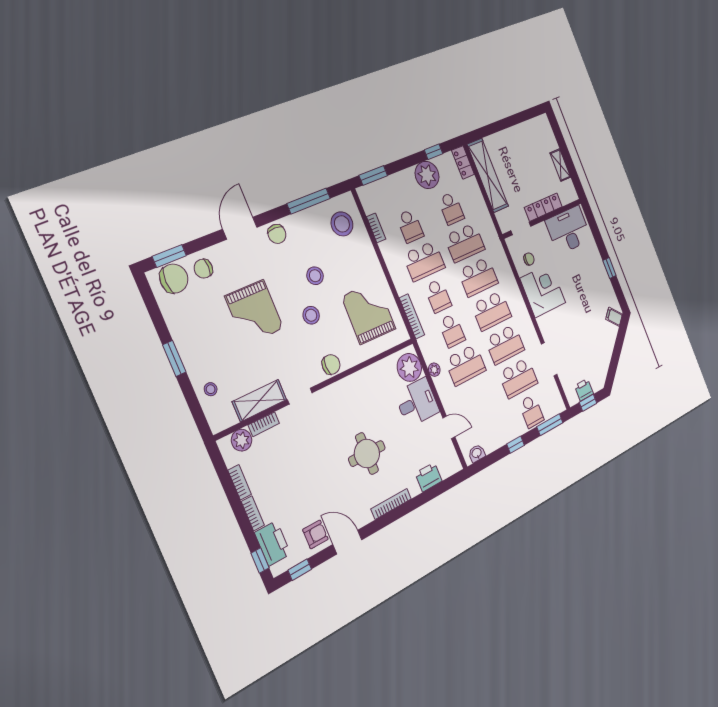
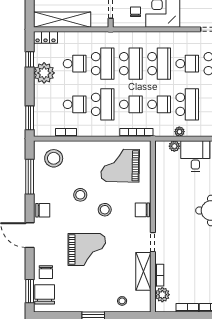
school desk: (505, 344) -> (187, 64), width x0.54
chair: (331, 364) -> (142, 210), turned -90
plant: (409, 367) -> (174, 146), width x0.53, depth x0.53

